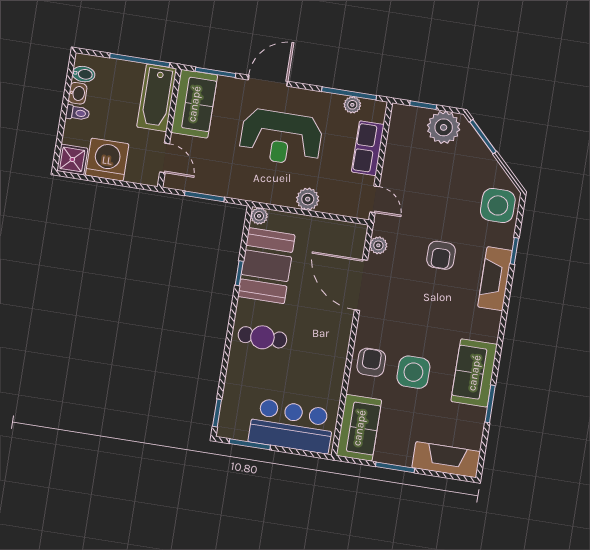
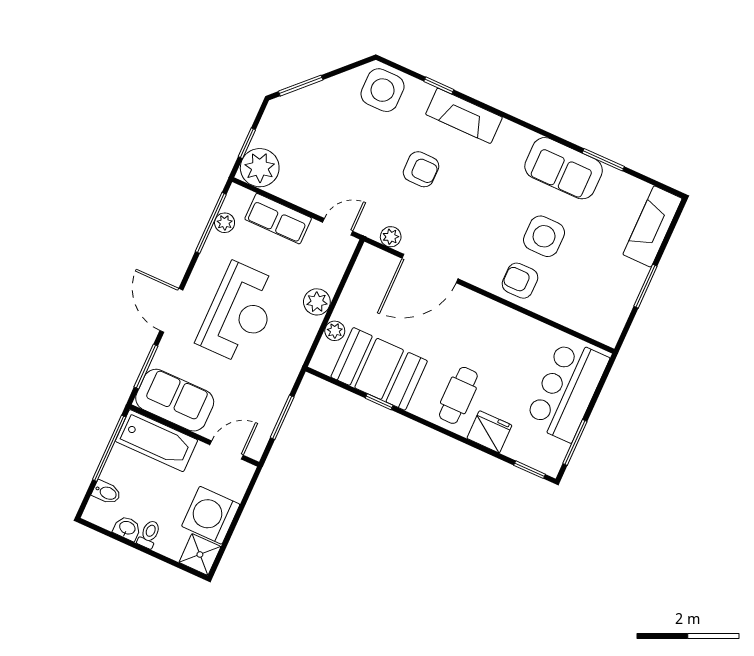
bidet: (83, 74) -> (106, 492), moved, turned 90
plant: (444, 127) -> (260, 168), moved
plant: (259, 216) -> (335, 331), moved
fridge: (239, 371) -> (489, 432), added
sofa: (359, 428) -> (590, 315), removed

